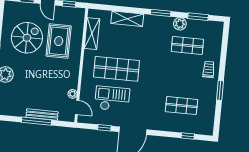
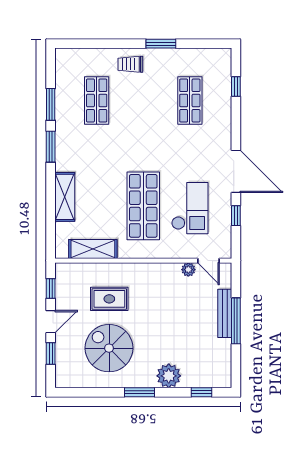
window: (198, 17) -> (51, 104), moved
plant: (180, 24) -> (65, 115), removed
rug: (59, 41) -> (109, 299), width x0.73, depth x0.70
checkout: (112, 99) -> (190, 208), turned 180
door: (77, 107) -> (208, 261), swing flipped

